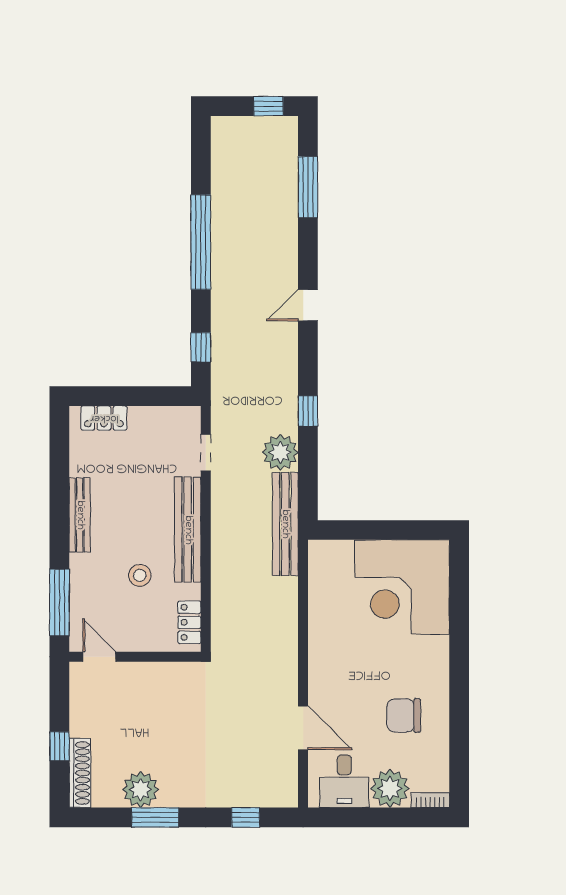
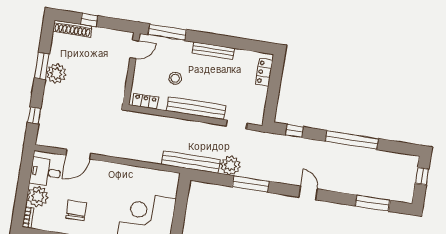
window: (268, 106) -> (422, 176), moved
window: (308, 411) -> (251, 184), width x2.17
plant: (141, 790) -> (56, 73), moved

